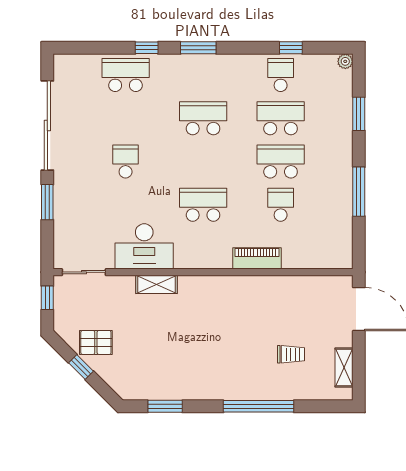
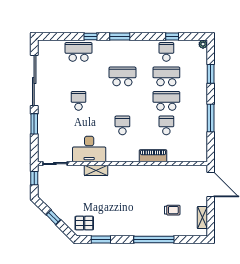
school desk: (203, 205) -> (122, 125), width x0.54
pallet: (96, 342) -> (84, 223), moved

